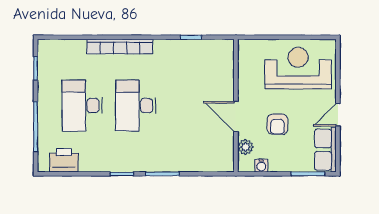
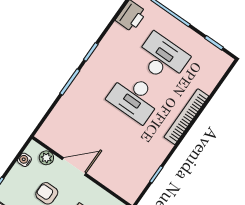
desk: (136, 106) -> (134, 98), turned 180

